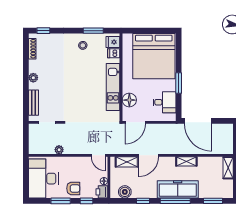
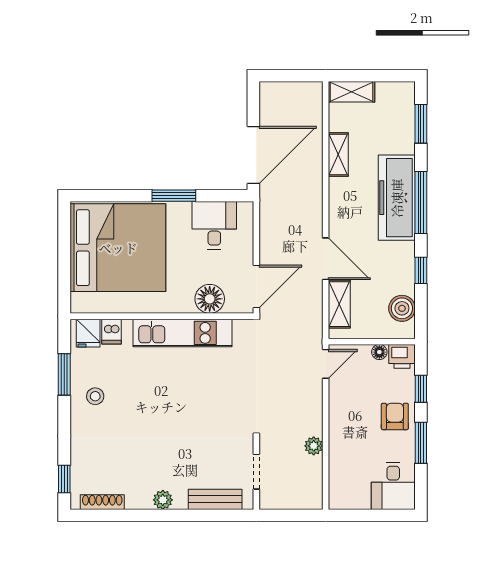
door: (135, 122) -> (256, 286), hinge flipped
shelving: (186, 161) -> (338, 155), moved
desk: (43, 179) -> (393, 486), width x0.53, depth x0.77

